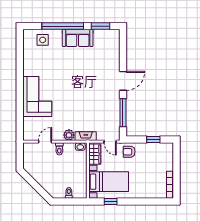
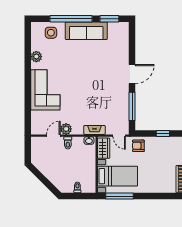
sofa: (78, 38) -> (86, 31), width x1.36
plant: (28, 64) -> (36, 57), added
plant: (69, 135) -> (66, 129), moved
window: (111, 201) -> (120, 196), width x2.17

